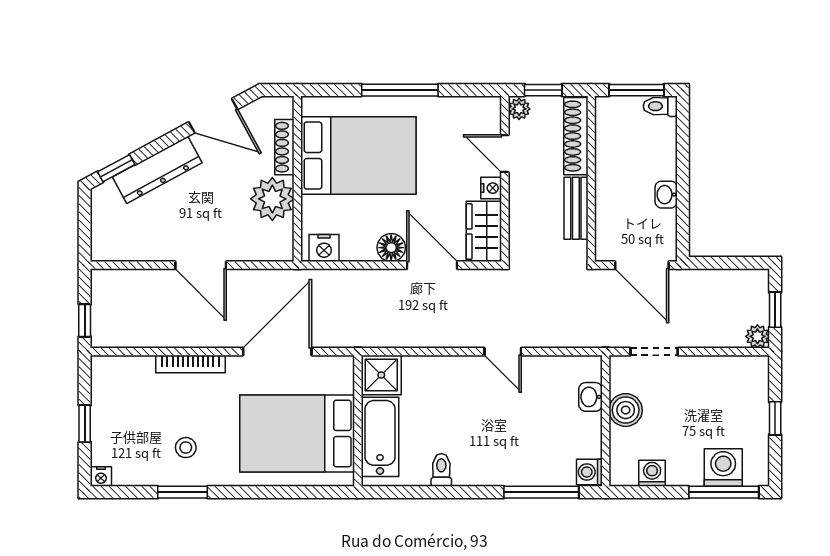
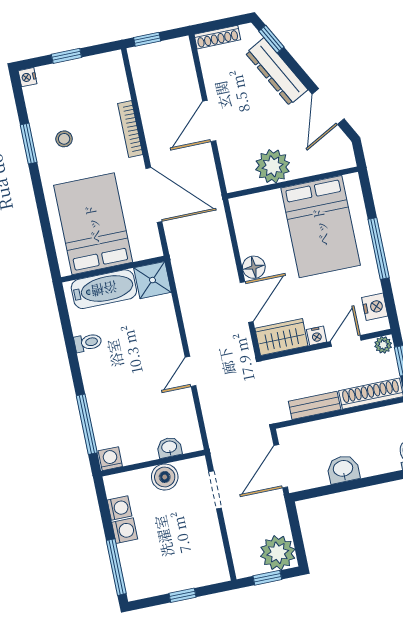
shoe rack: (284, 147) -> (217, 37), moved, turned 180
washbasin: (666, 195) -> (343, 469), width x1.38, depth x1.45
nightstand: (324, 248) -> (375, 307), moved, turned 180
plant: (757, 336) -> (278, 553), moved, width x1.87, depth x1.87
washing machine: (723, 467) -> (125, 531), moved, width x0.73, depth x0.73

